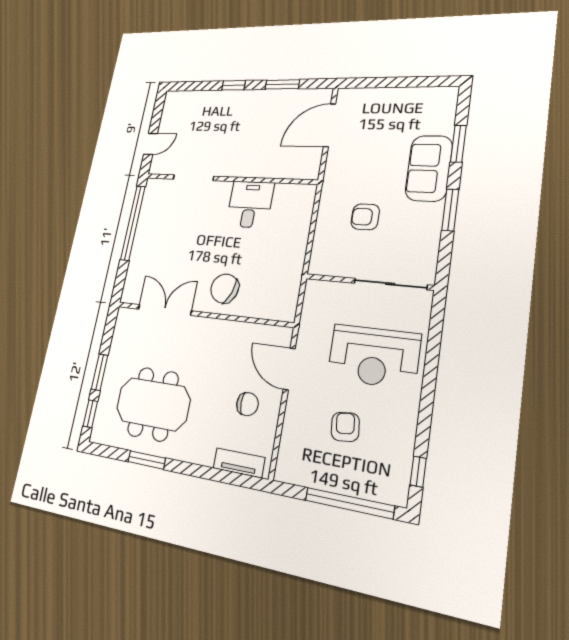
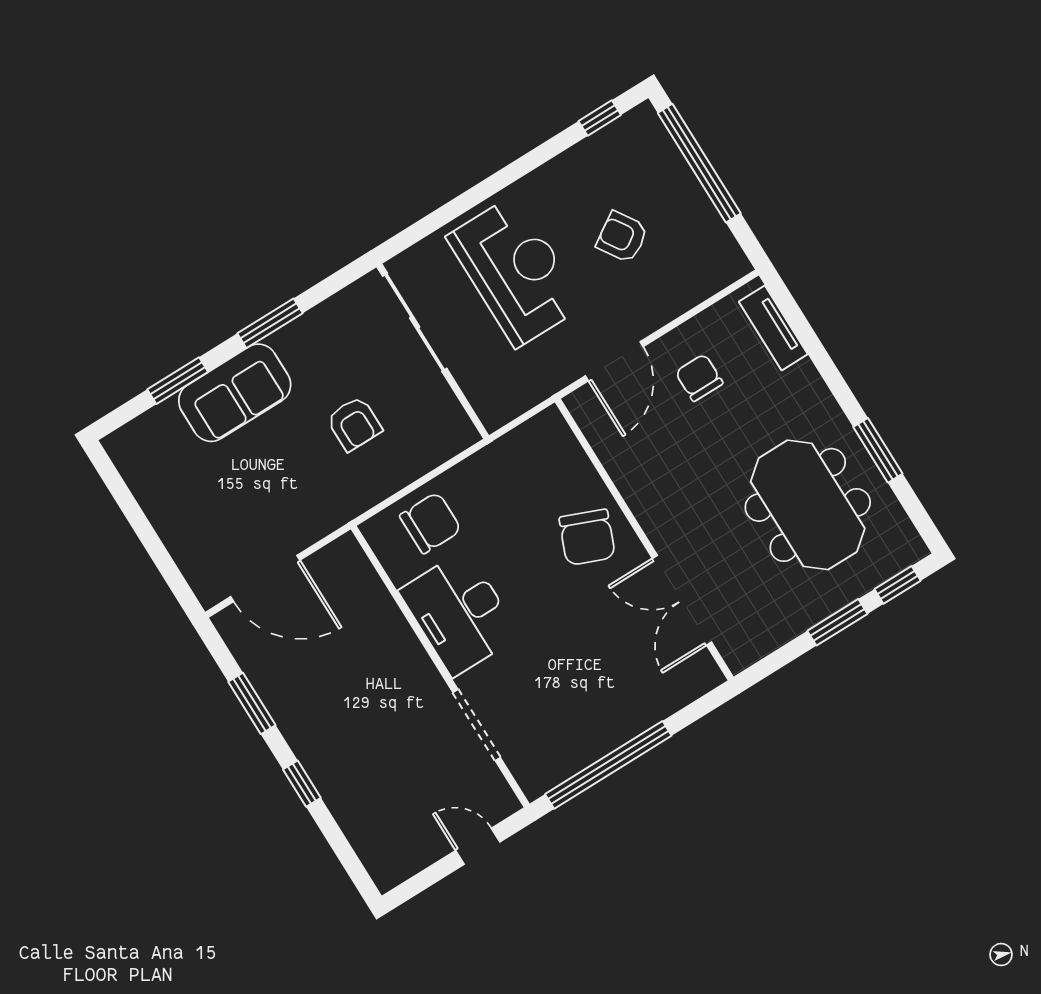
desk: (250, 204) -> (459, 613), width x1.37
chair: (291, 220) -> (430, 523), added
armchair: (345, 427) -> (622, 237), turned 63

